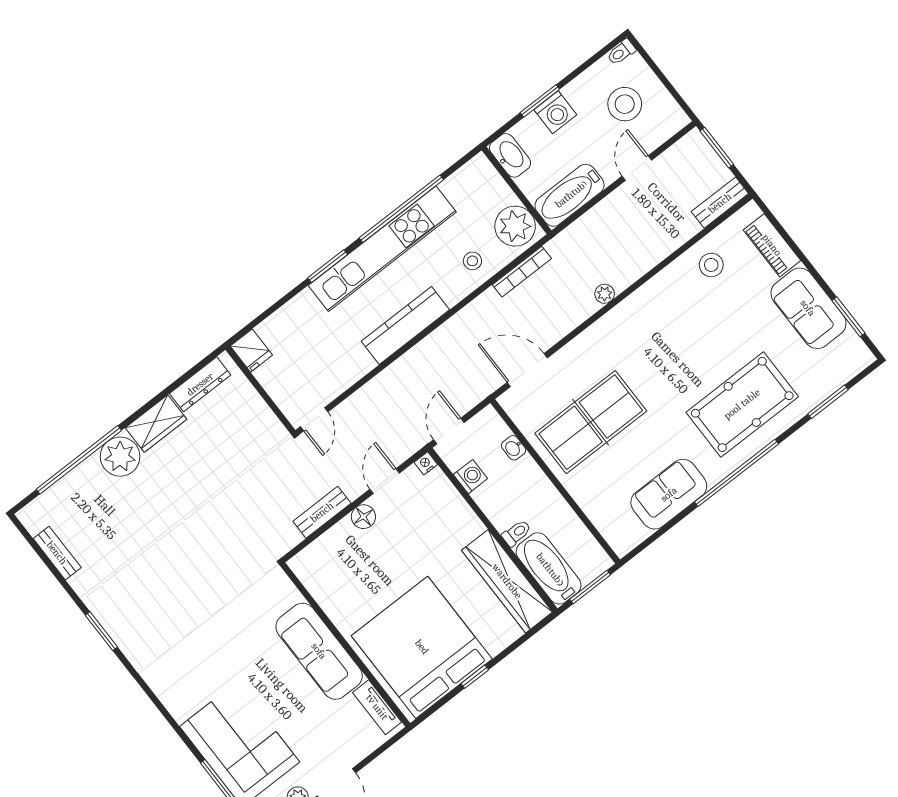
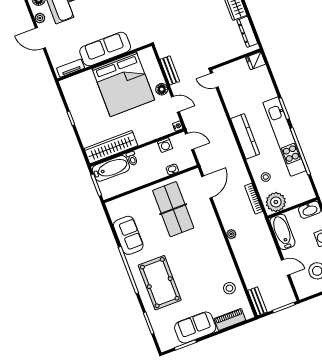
bed: (422, 647) -> (123, 84), moved, turned 90

